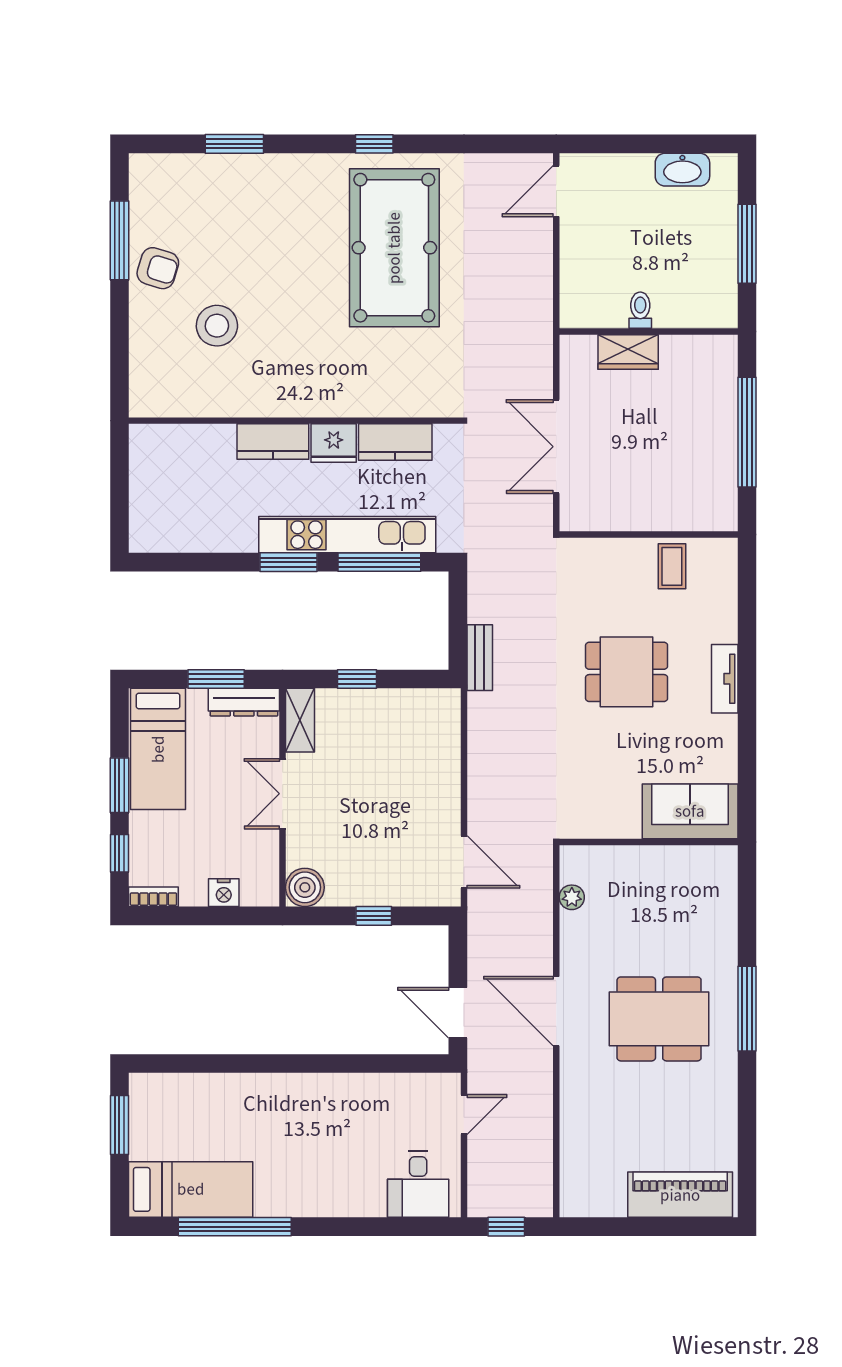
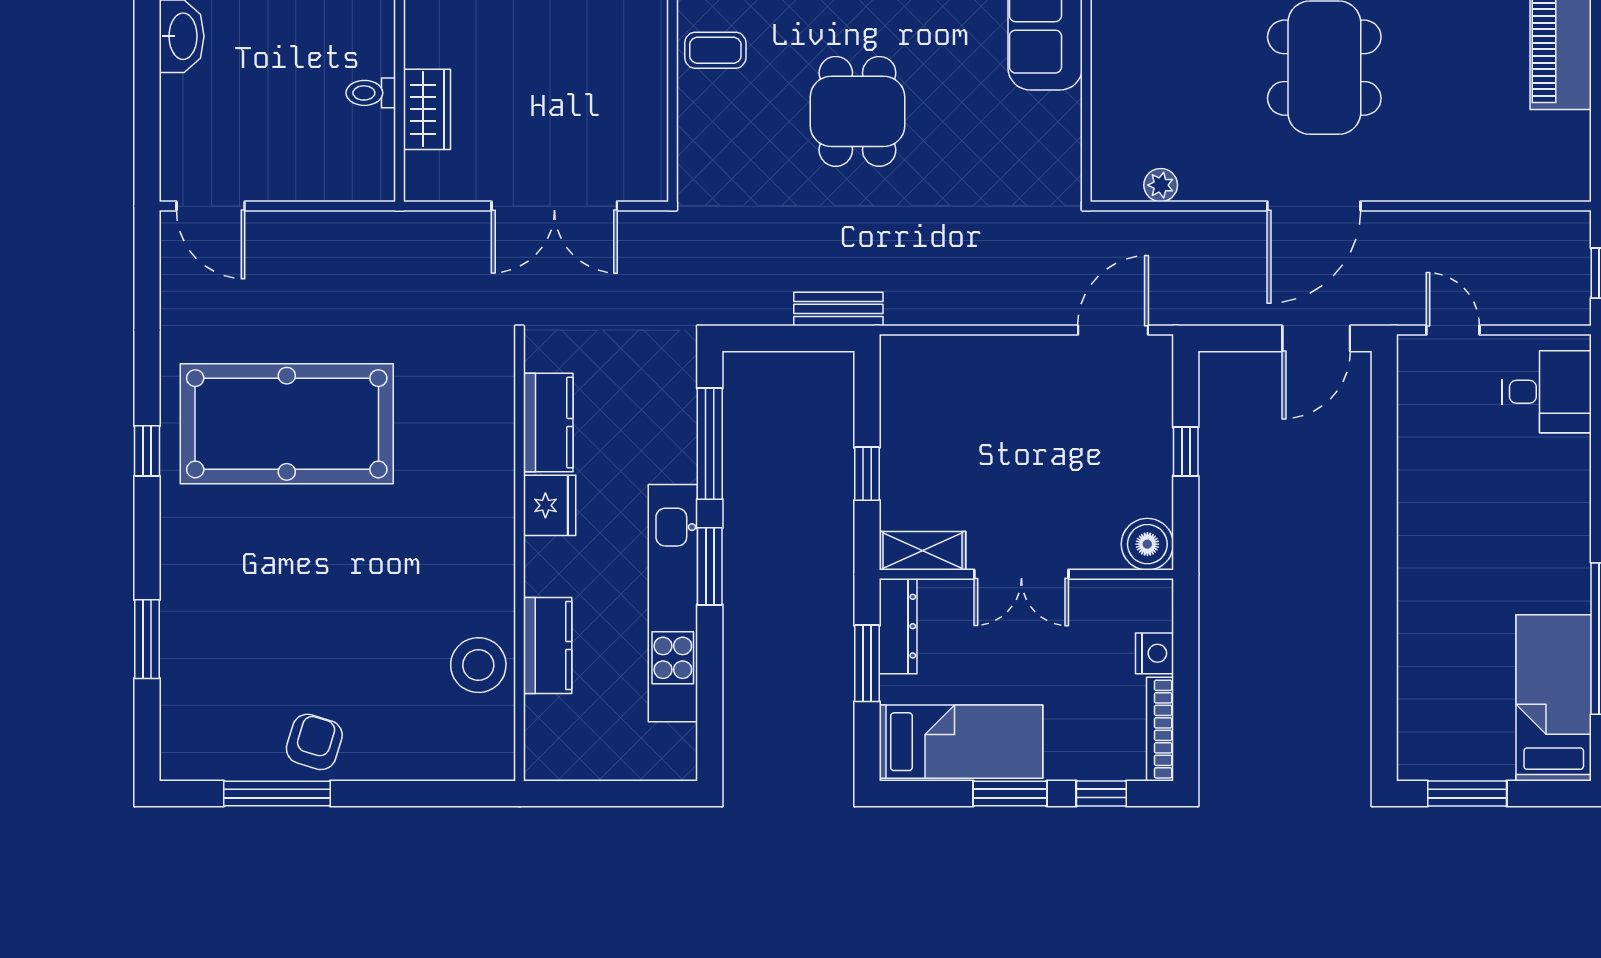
stool: (217, 326) -> (478, 665), moved
kitchen counter: (273, 442) -> (548, 646), moved
kitchen unit: (347, 535) -> (673, 603), moved
bookcase: (153, 897) -> (1160, 729), width x1.56

